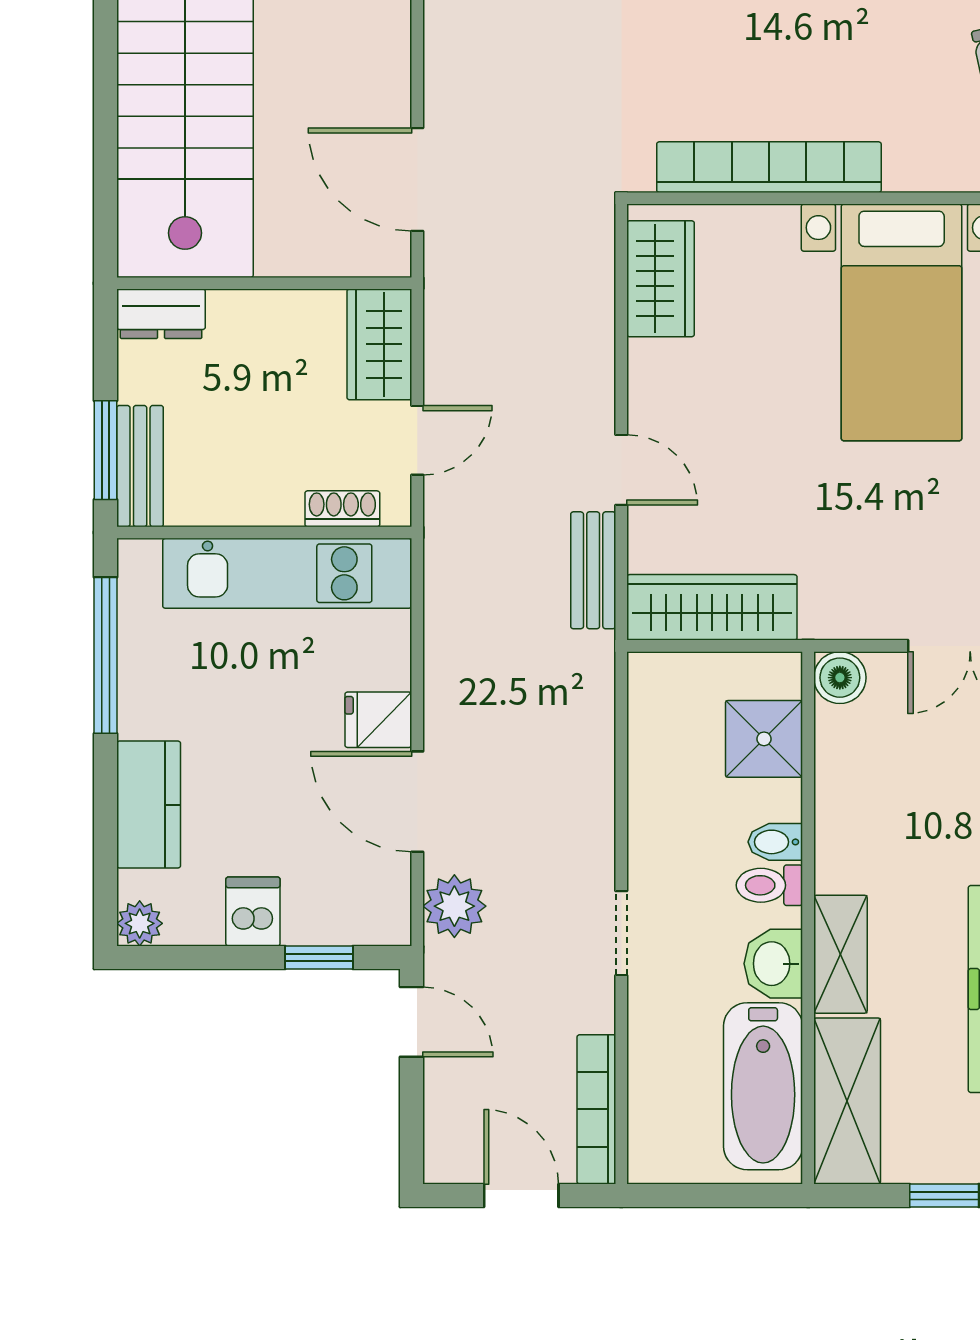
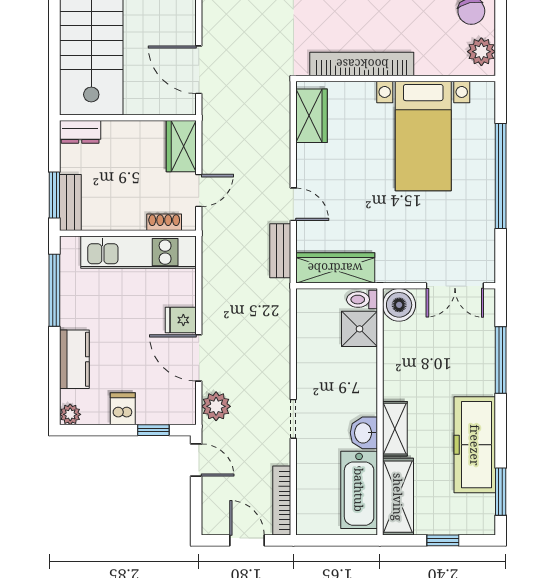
boiler: (840, 678) -> (399, 305), width x1.36, depth x1.36
bidet: (775, 842) -> (365, 377), removed
toilet: (769, 885) -> (362, 300), moved

